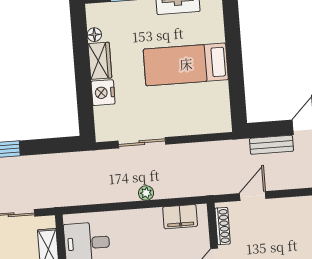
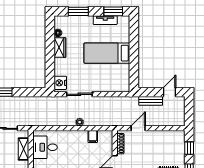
nightstand: (103, 93) -> (60, 83), moved
filing cabinet: (180, 217) -> (93, 137), width x0.50

